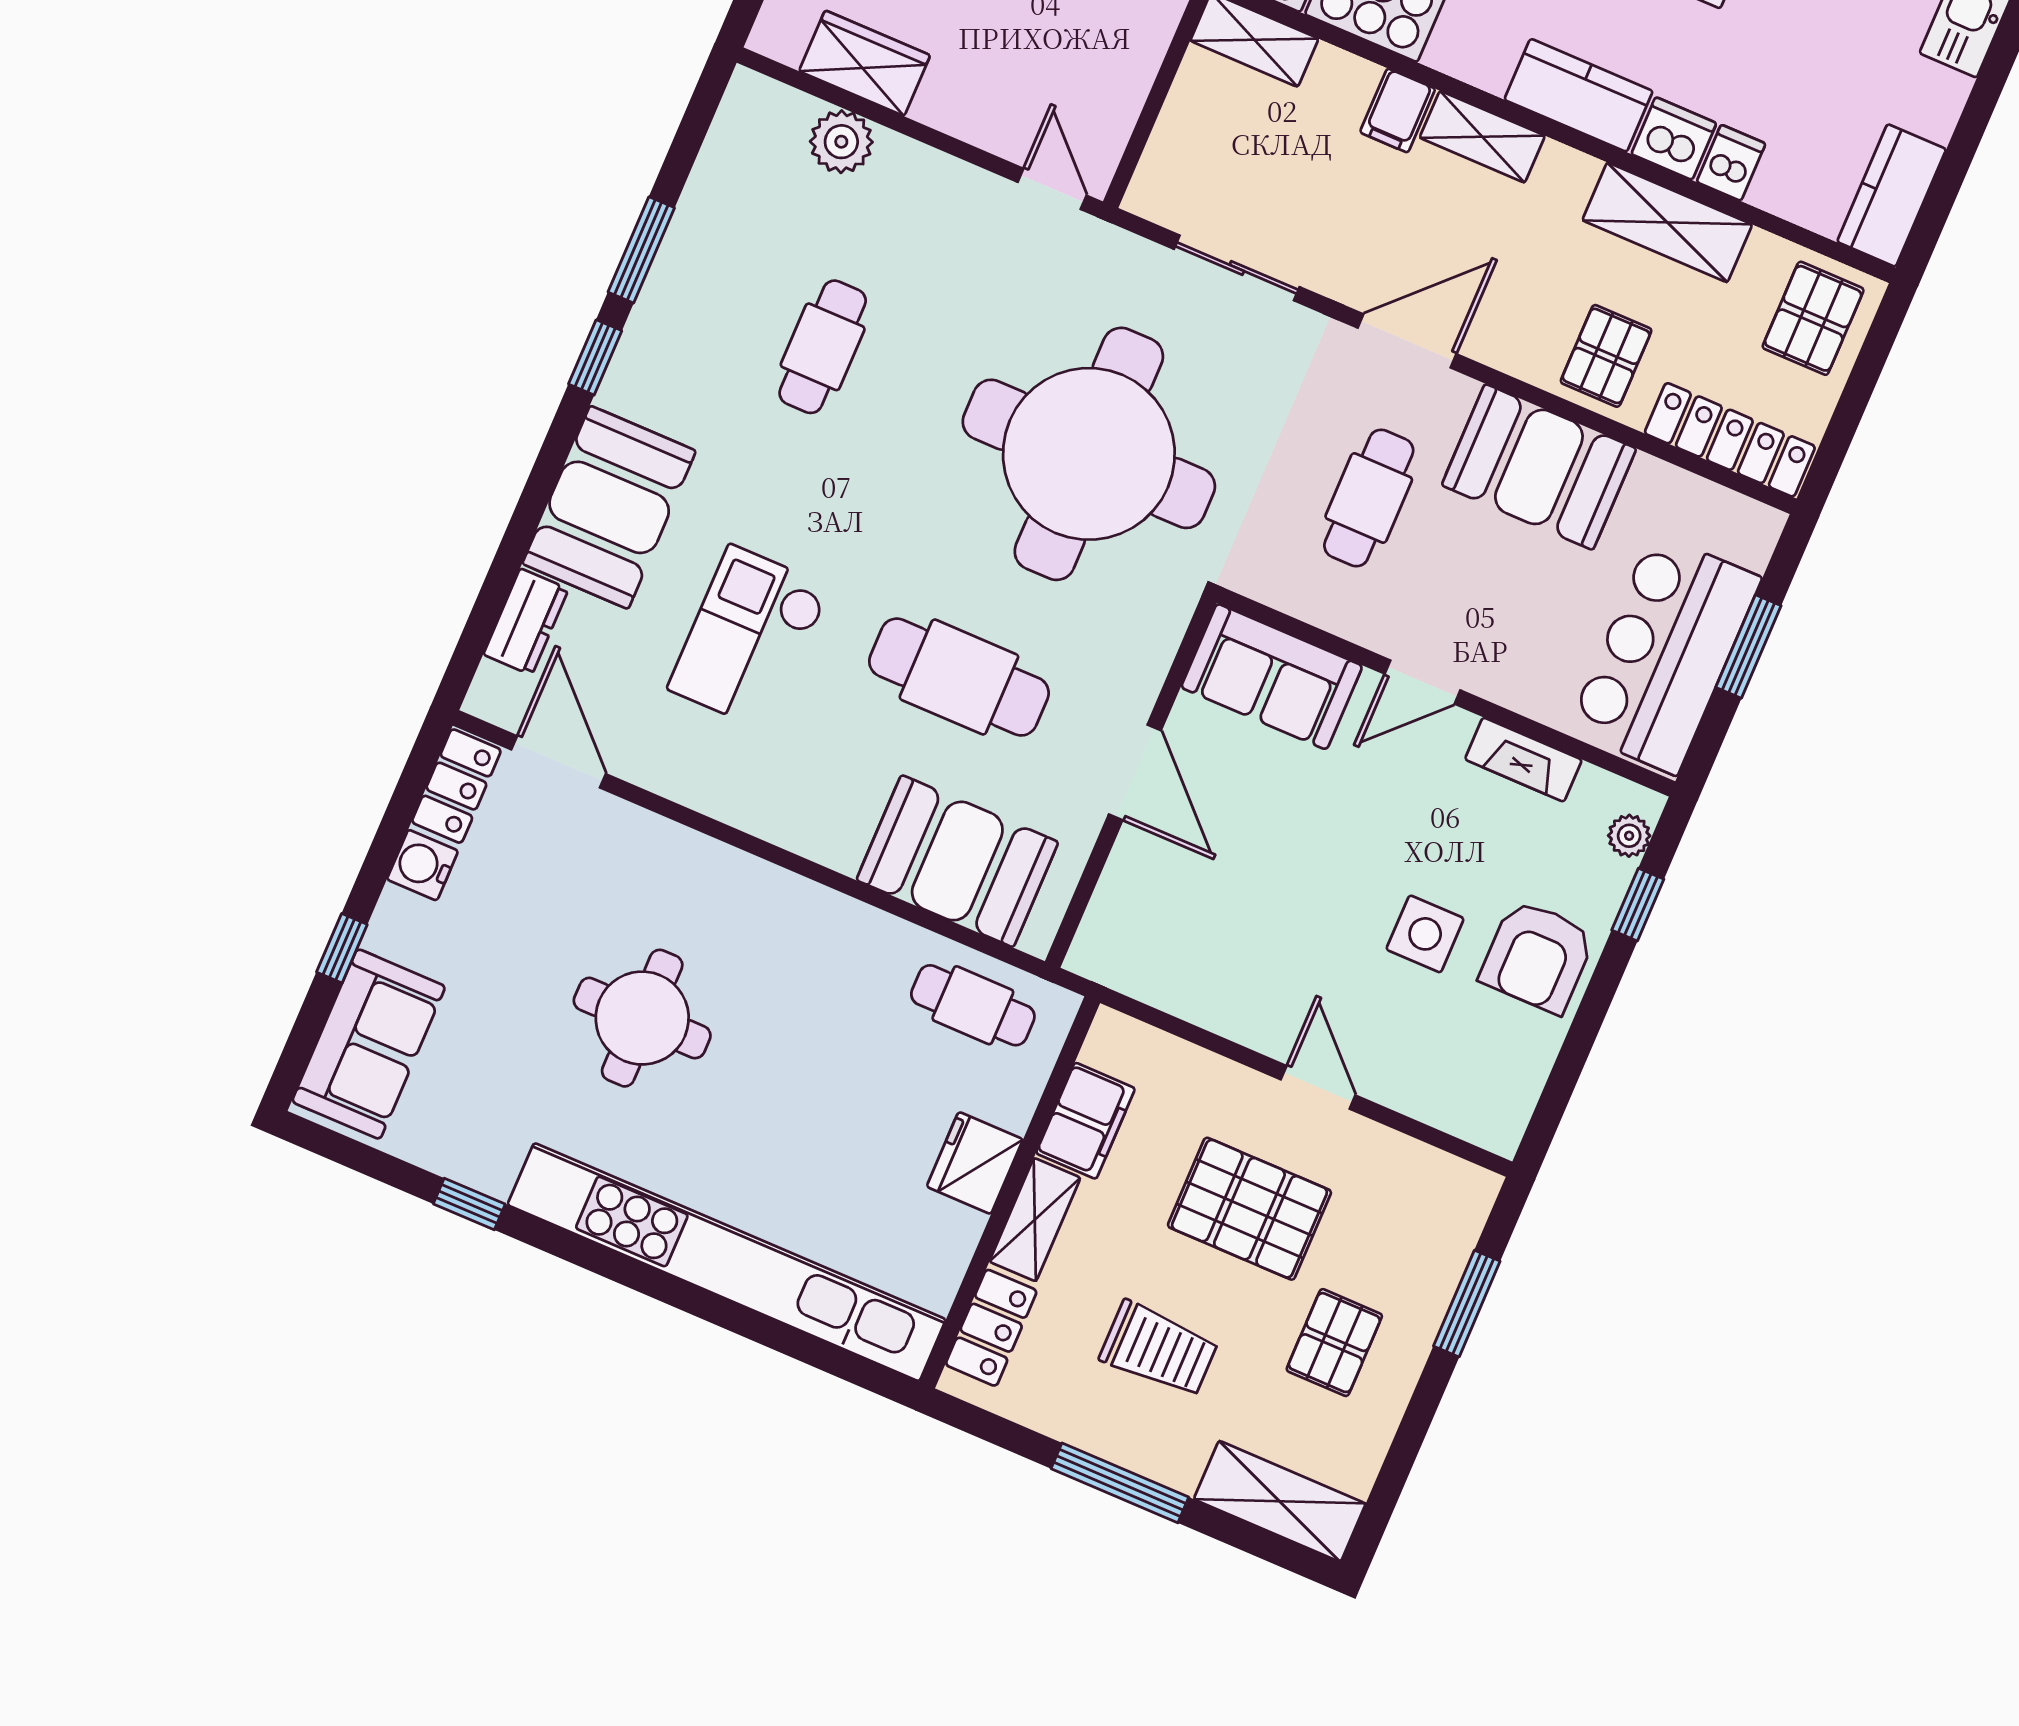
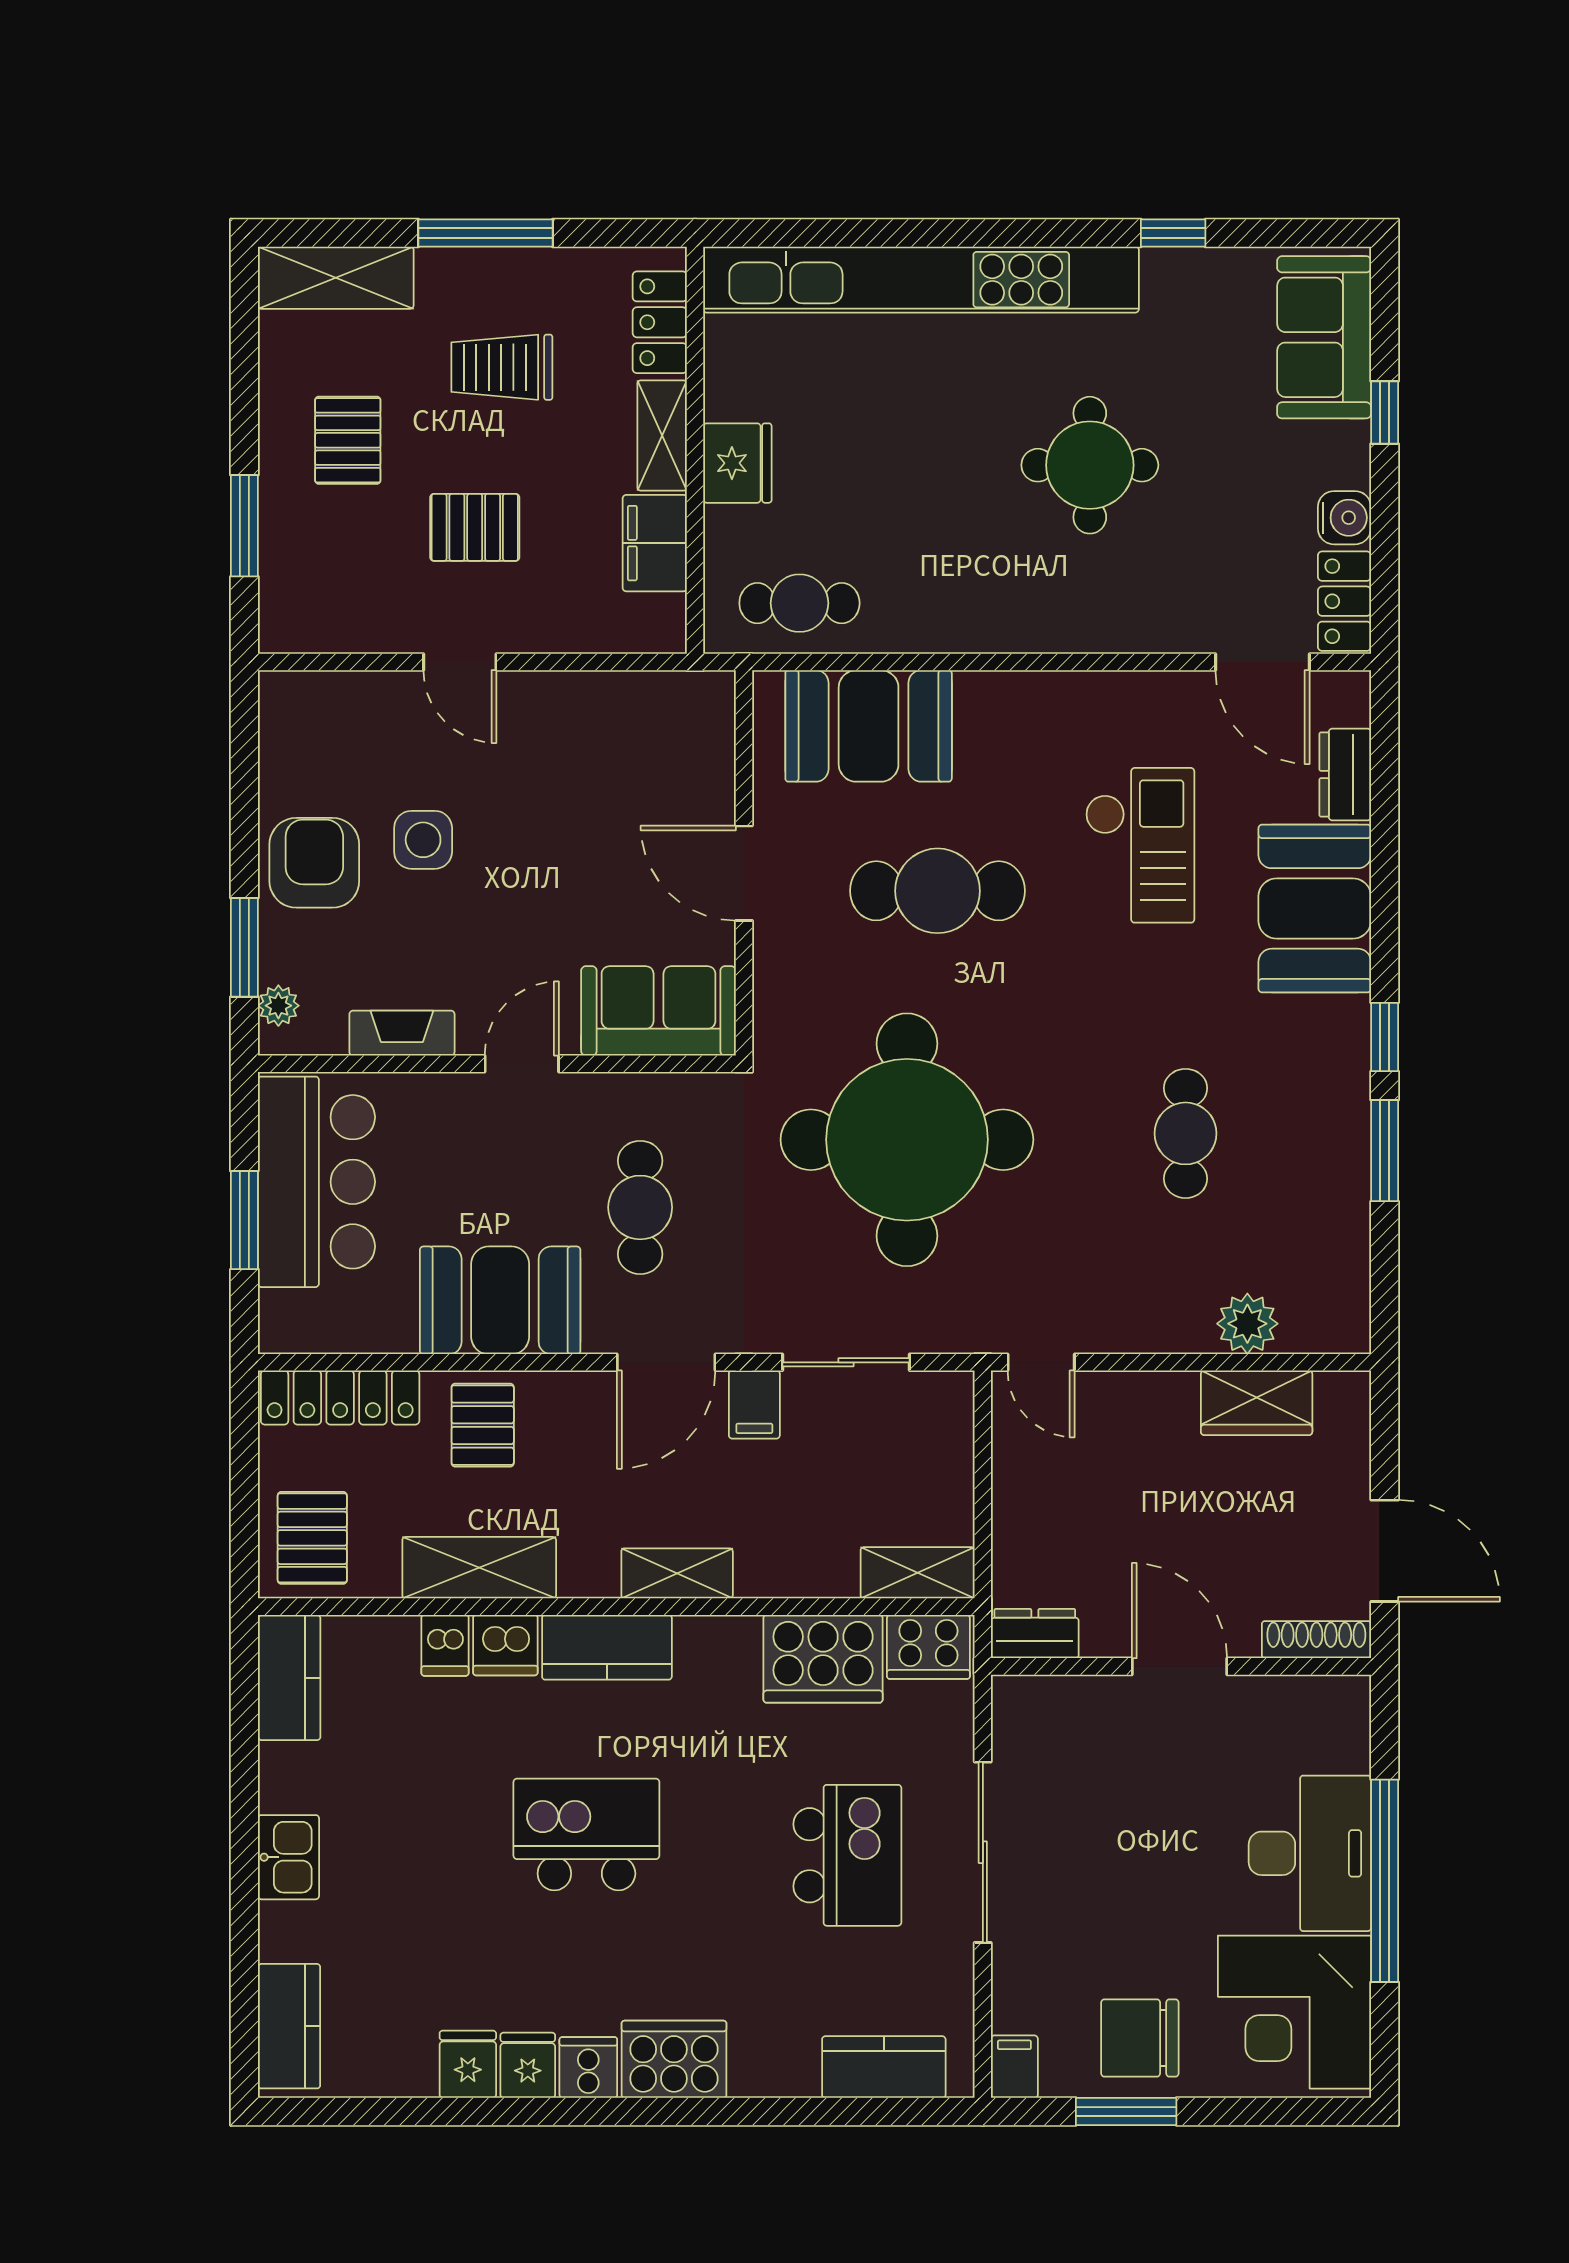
filing cabinet: (1398, 111) -> (754, 1405), moved, turned 180
window: (1638, 905) -> (244, 947), width x1.50
pallet: (1249, 1209) -> (475, 527), width x0.67, depth x0.71

